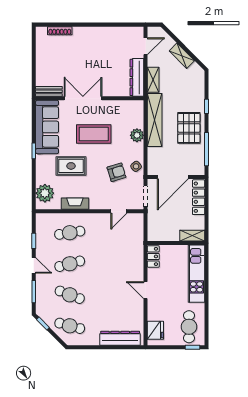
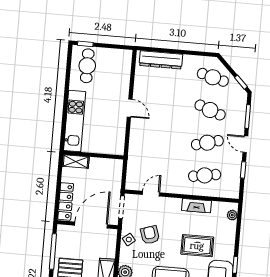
armchair: (116, 172) -> (150, 235), turned 89
plant: (45, 193) -> (232, 215), width x0.53, depth x0.53
locker: (153, 256) -> (119, 143), removed
fridge: (155, 330) -> (123, 65), removed

